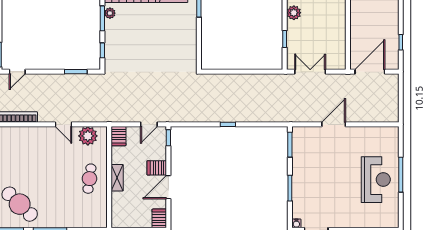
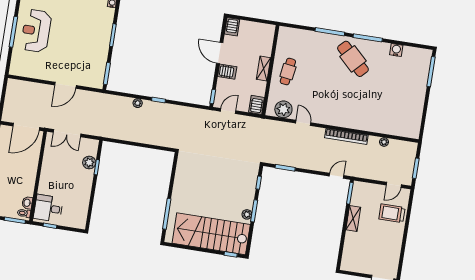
plant: (294, 13) -> (89, 163), moved
double door: (310, 72) -> (67, 133), moved
plant: (251, 117) -> (138, 103), added
door: (168, 187) -> (220, 53), swing flipped

